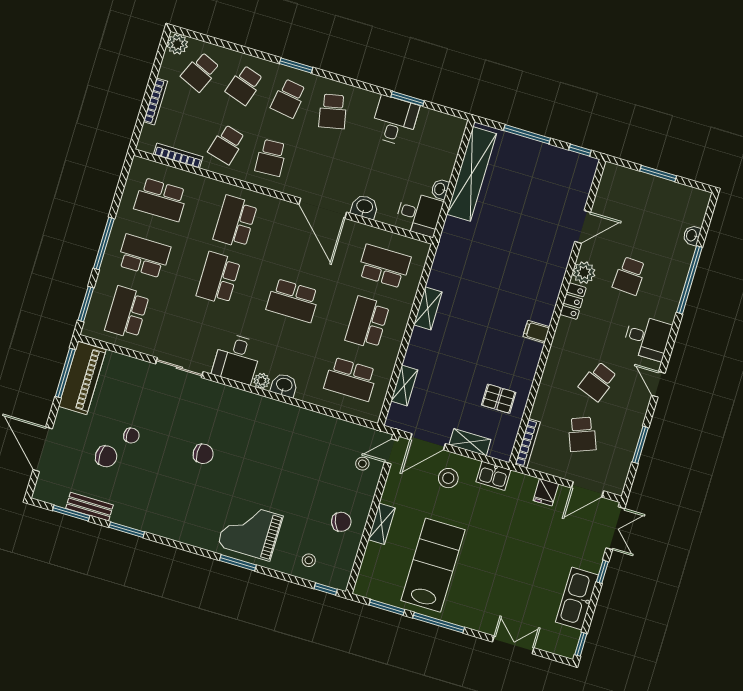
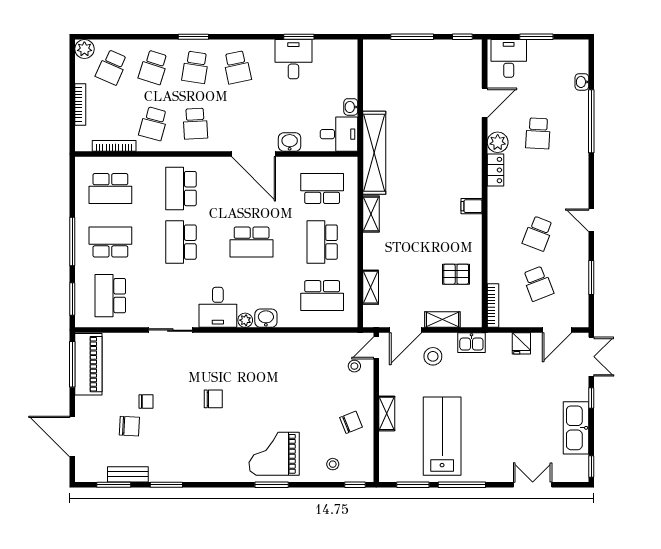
shelving: (472, 174) -> (374, 153), moved
desk: (647, 338) -> (509, 58), moved, turned -90

